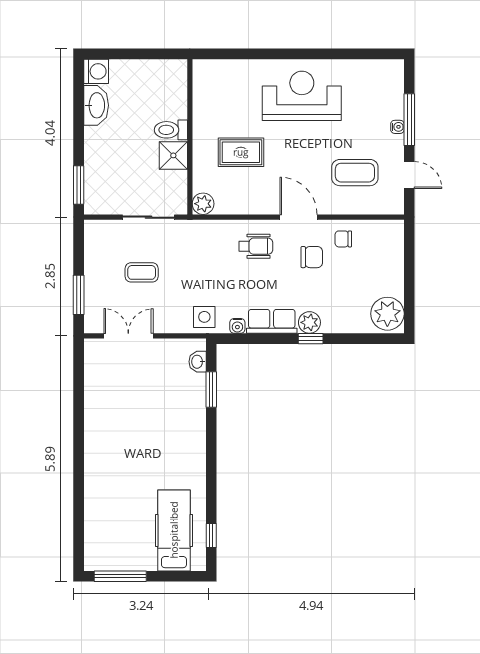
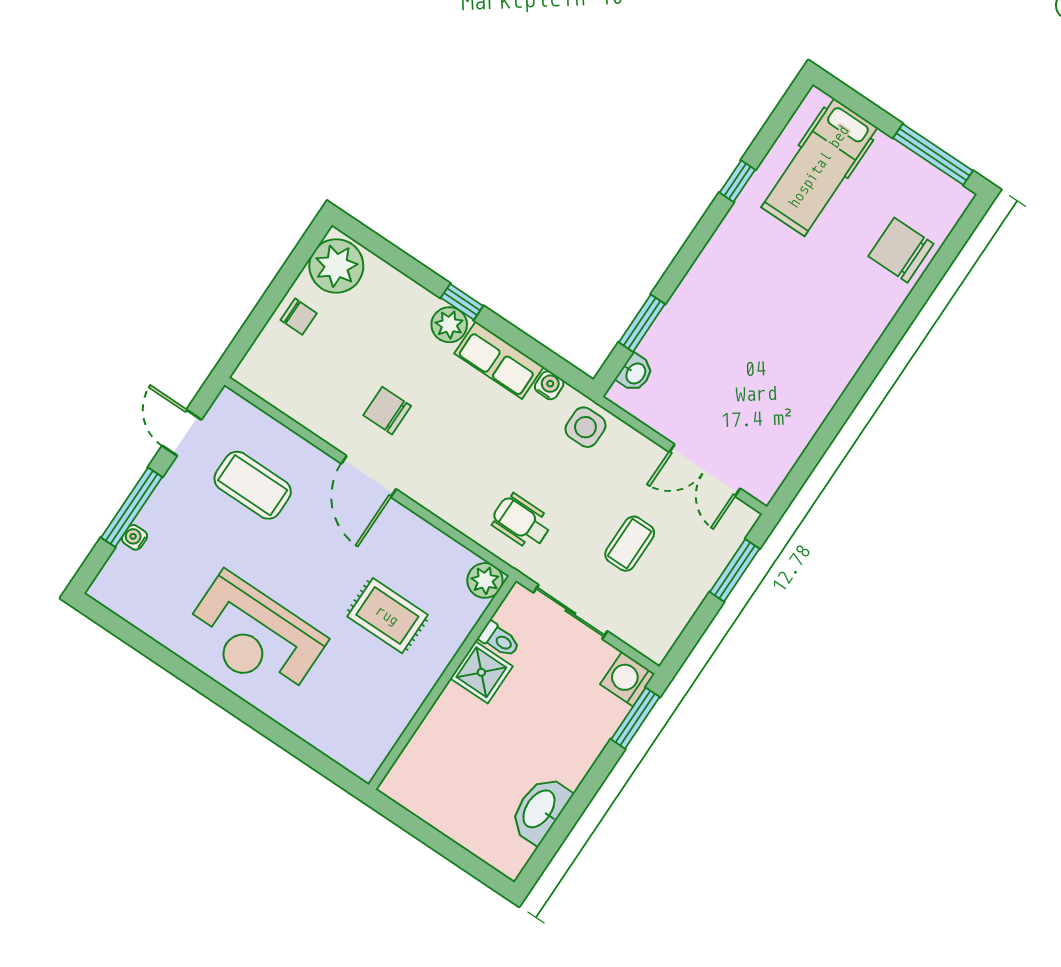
washing machine: (96, 71) -> (628, 679), moved
water cooler: (397, 127) -> (135, 537), moved
toilet: (171, 130) -> (499, 640), moved, width x0.73, depth x0.72
chair: (343, 239) -> (299, 317), moved
wheelchair: (256, 246) -> (521, 522), moved
coffee table: (142, 272) -> (630, 544), turned 90
chair: (104, 516) -> (901, 250), added
window: (211, 535) -> (737, 181), moved

